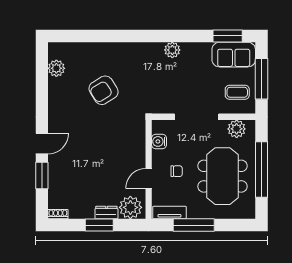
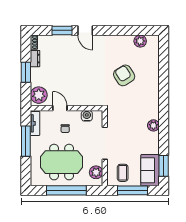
dresser: (106, 213) -> (35, 59), moved

